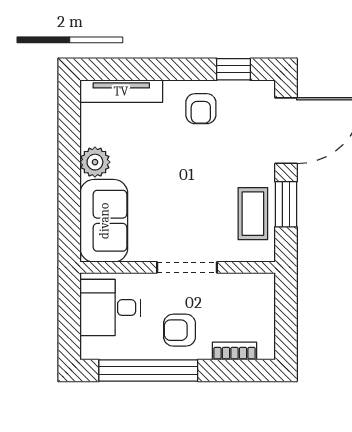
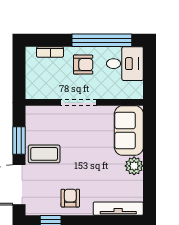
coffee table: (253, 214) -> (44, 154), moved, turned 90
desk: (110, 308) -> (125, 64), moved

